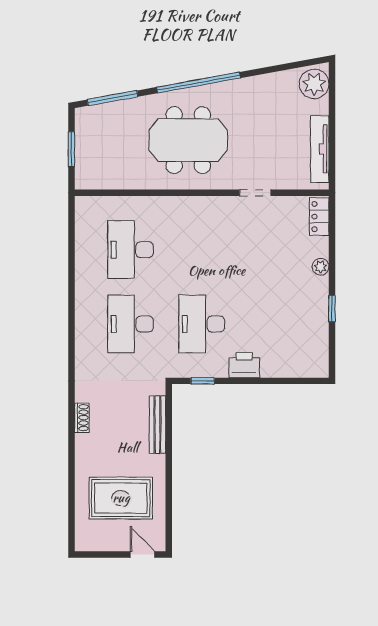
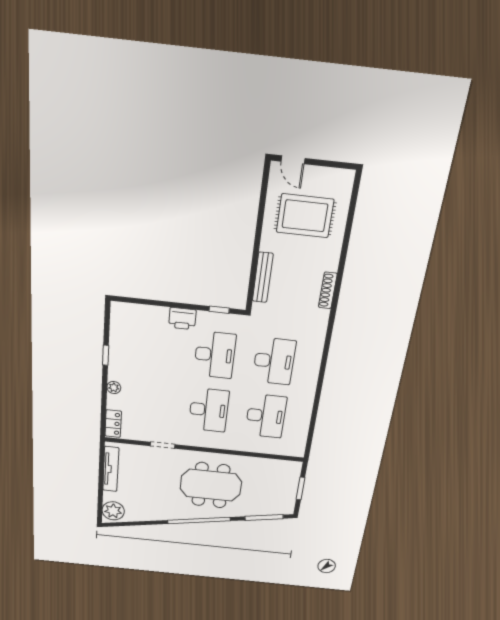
desk: (202, 250) -> (209, 410), added
shoe rack: (82, 418) -> (328, 290), width x1.43

